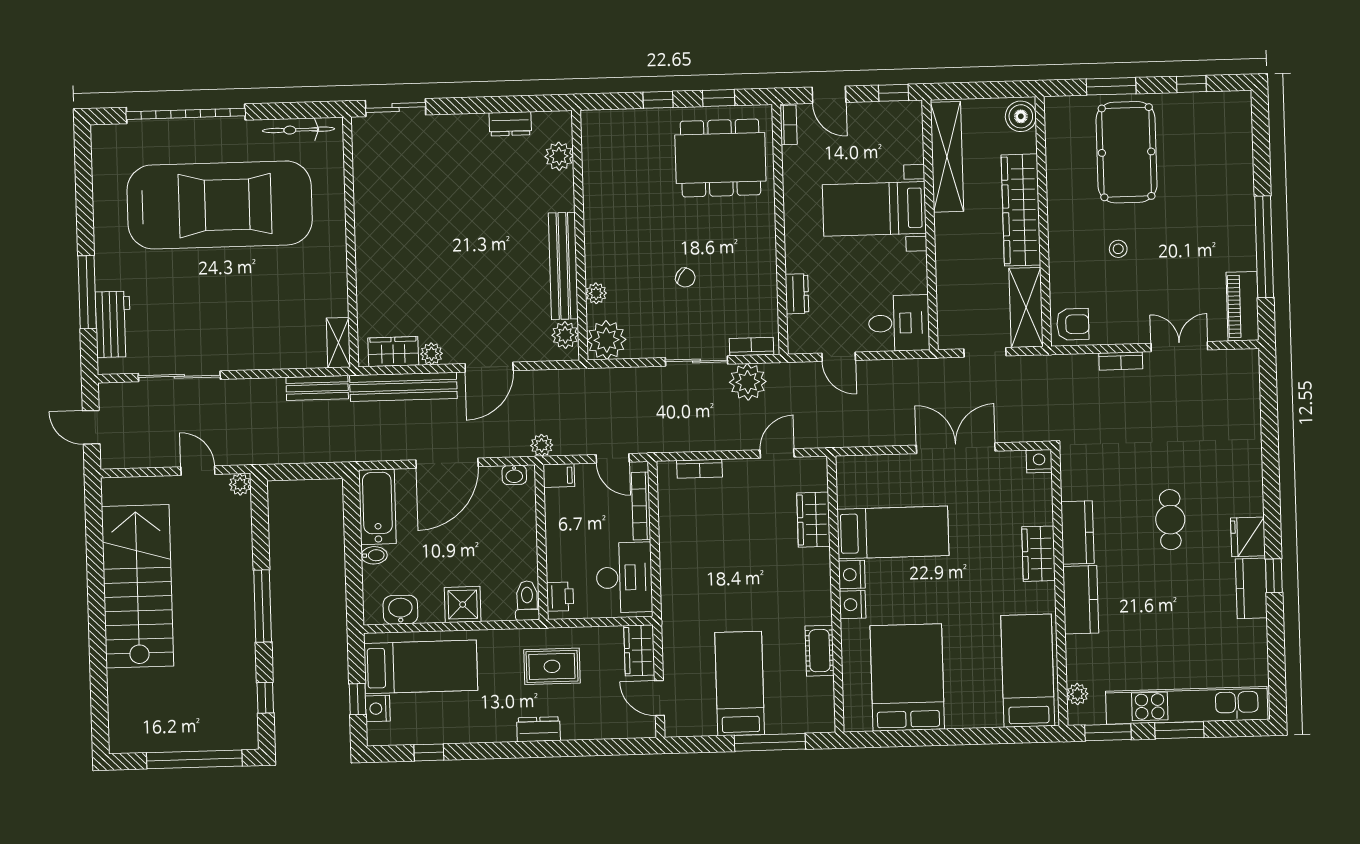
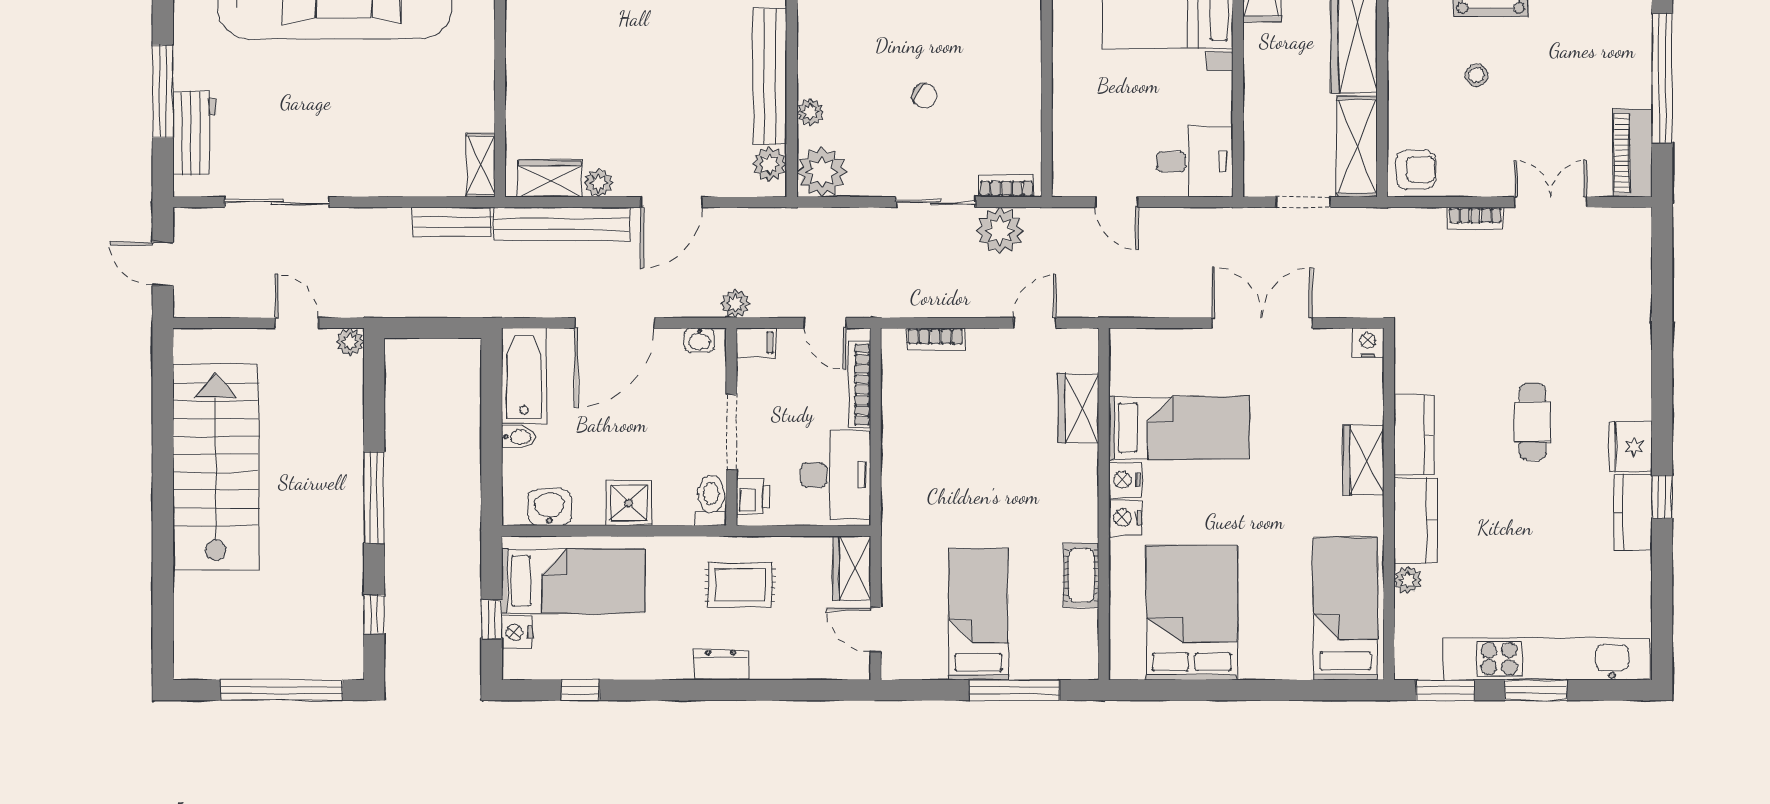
dresser: (797, 294) -> (1066, 120), removed
doorway: (542, 546) -> (731, 432), added
plant: (1077, 694) -> (1408, 580), moved

